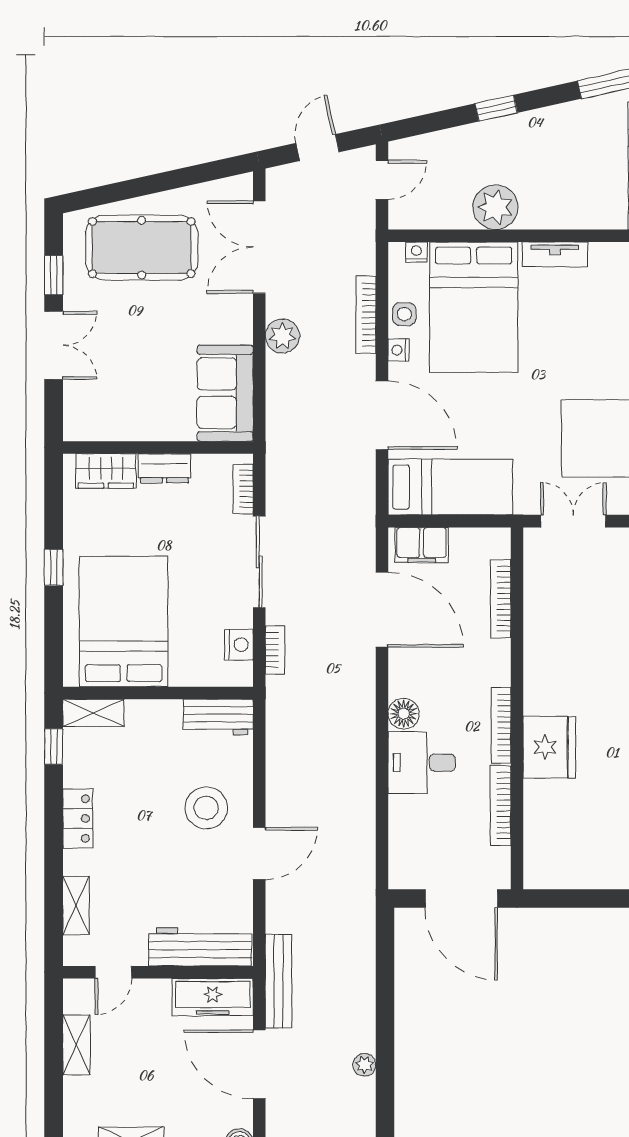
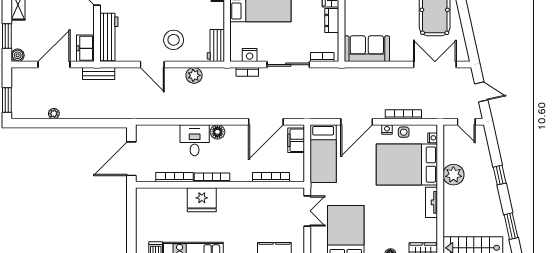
plant: (282, 336) -> (194, 75), moved
bench: (278, 981) -> (99, 74), width x0.73
freezer: (213, 997) -> (85, 48), width x0.71

